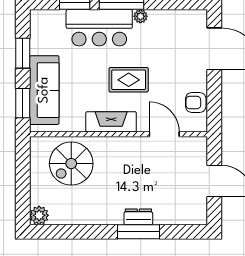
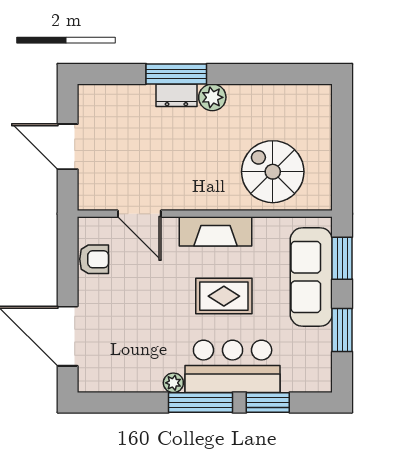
rug: (129, 80) -> (224, 296), moved
spiral stairs: (71, 164) -> (273, 172), turned -90
plant: (39, 215) -> (212, 97), moved

